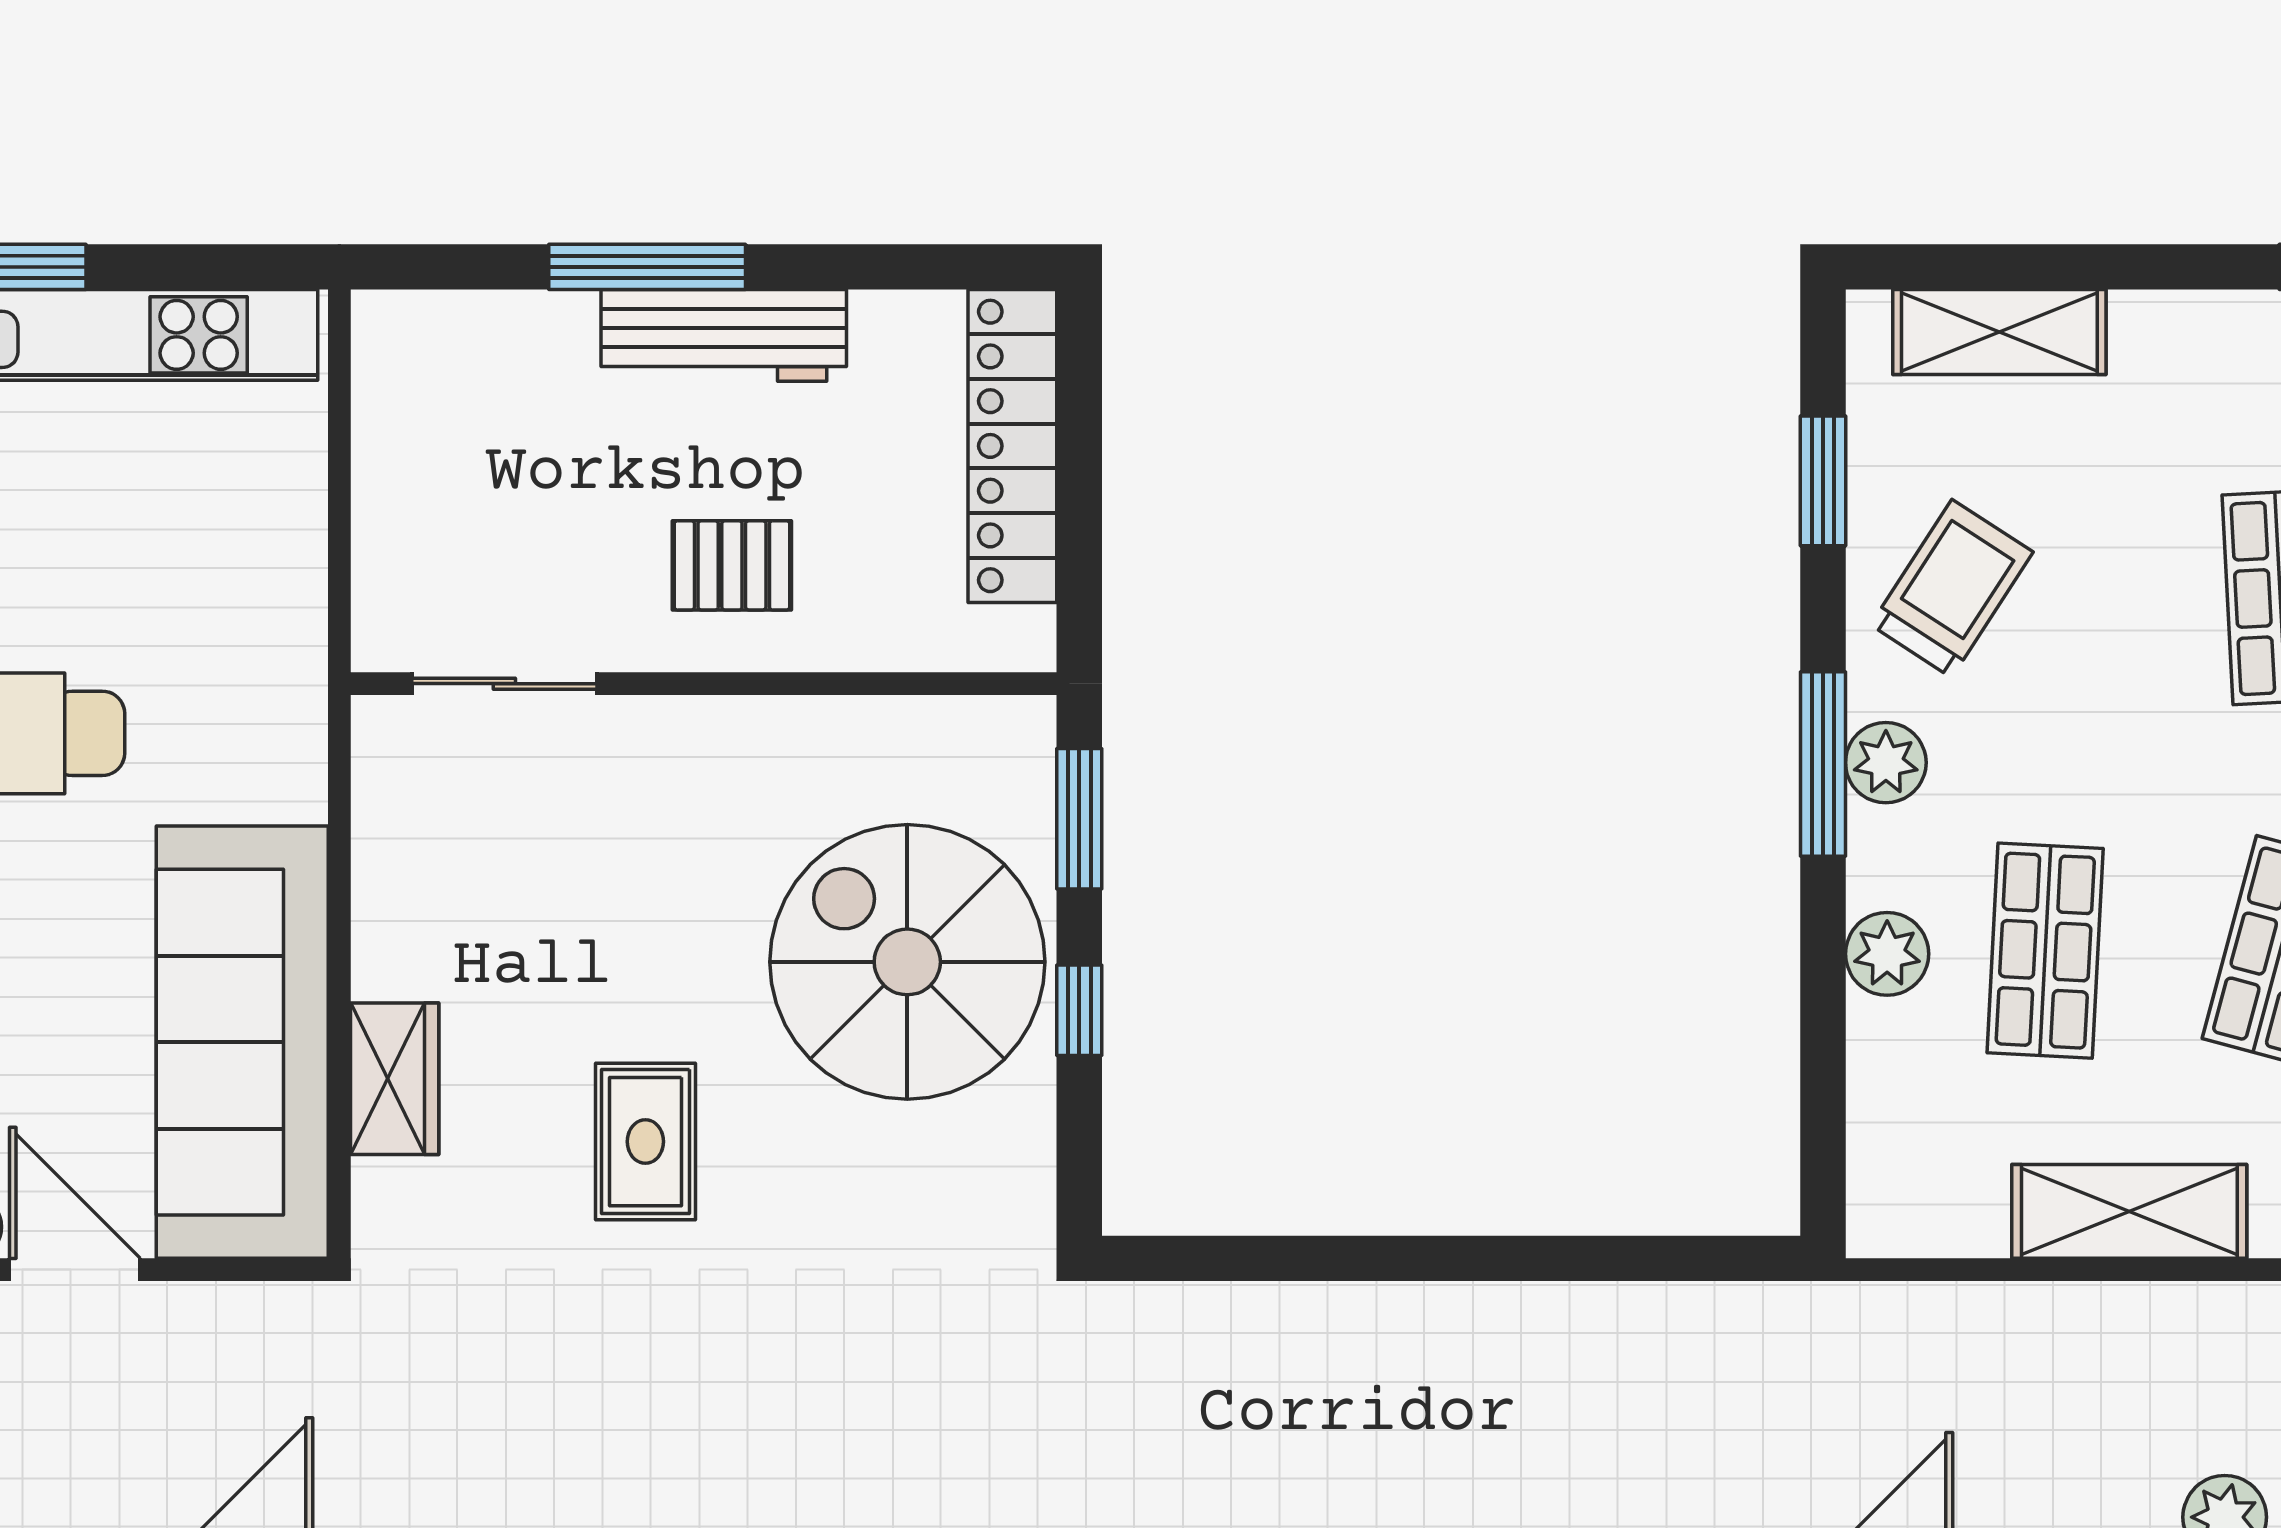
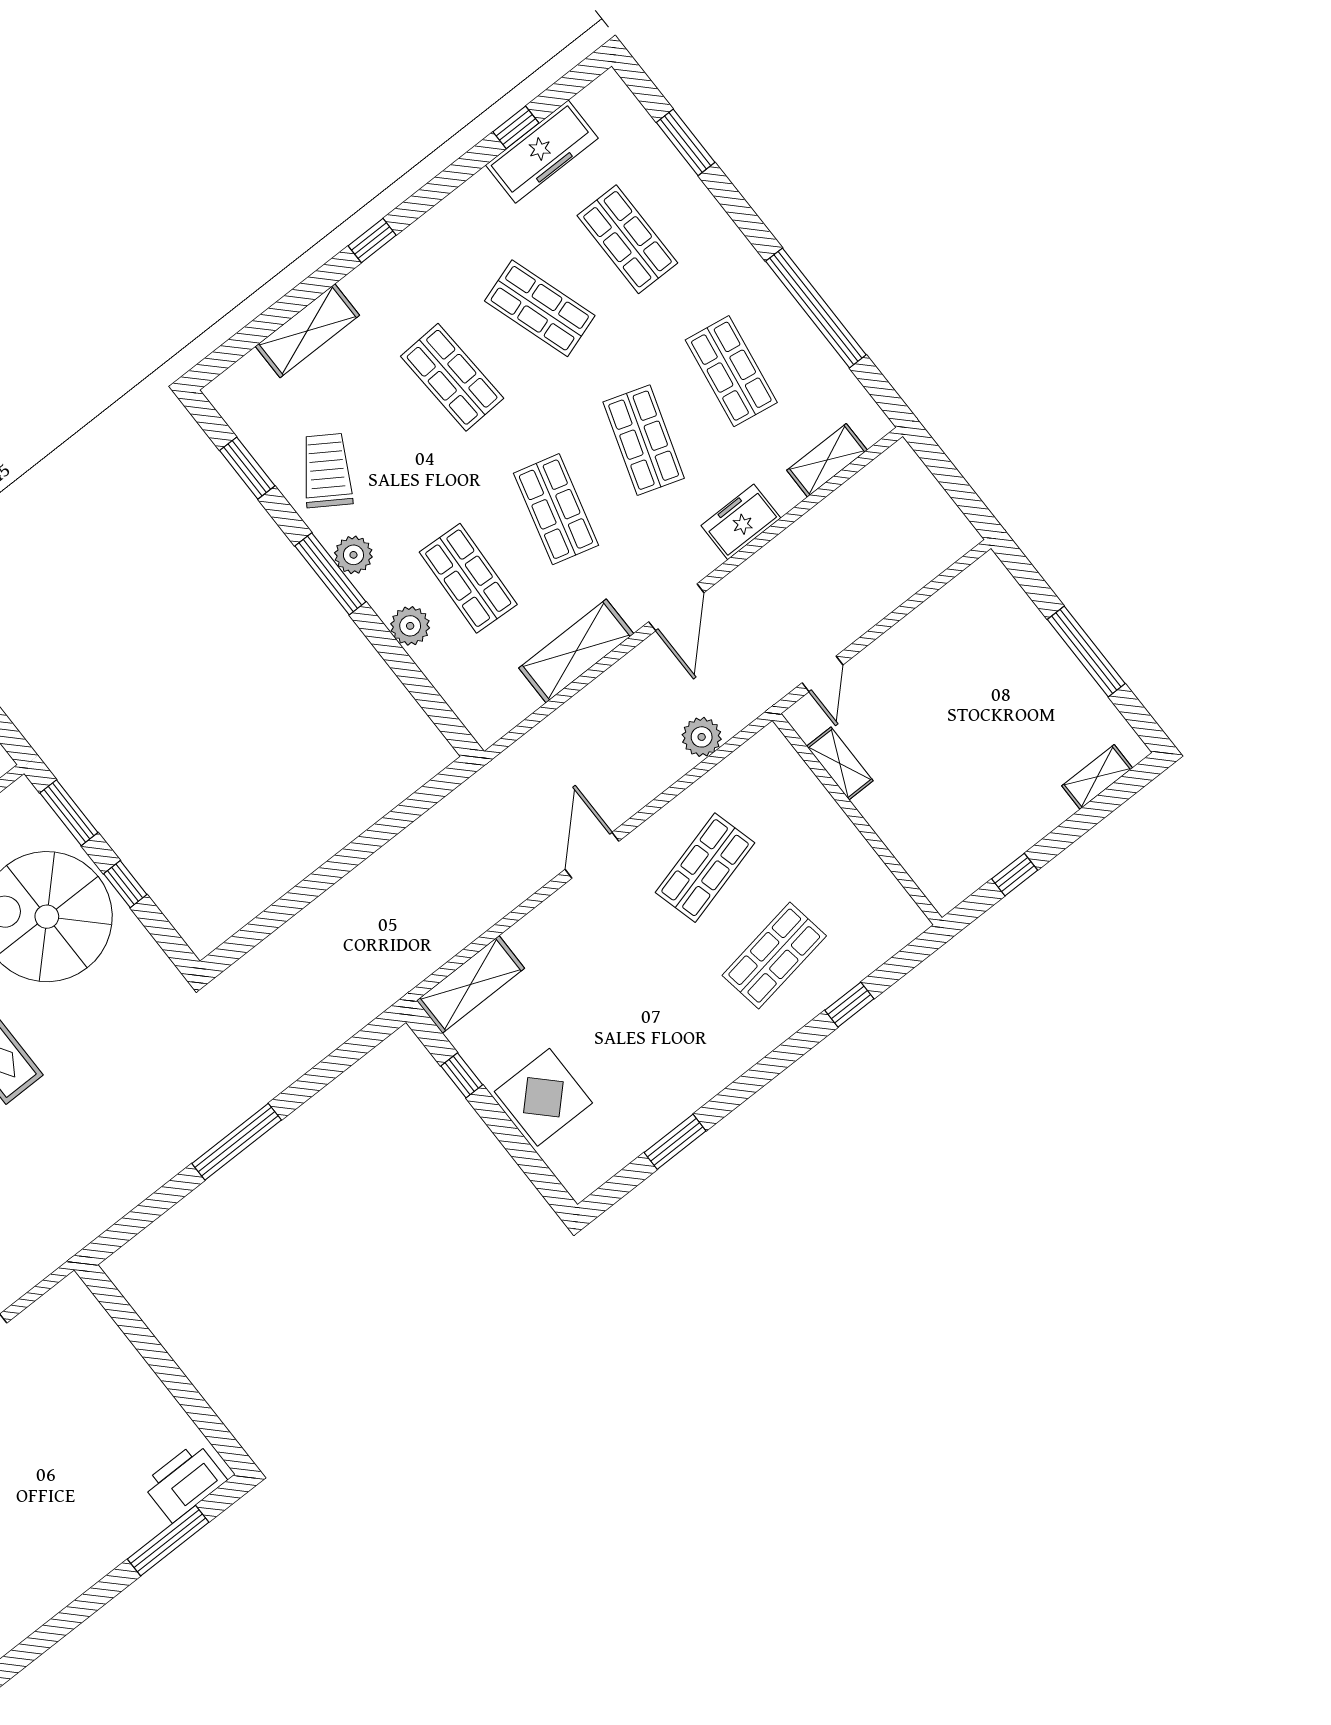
shelving: (1999, 332) -> (307, 331), moved

